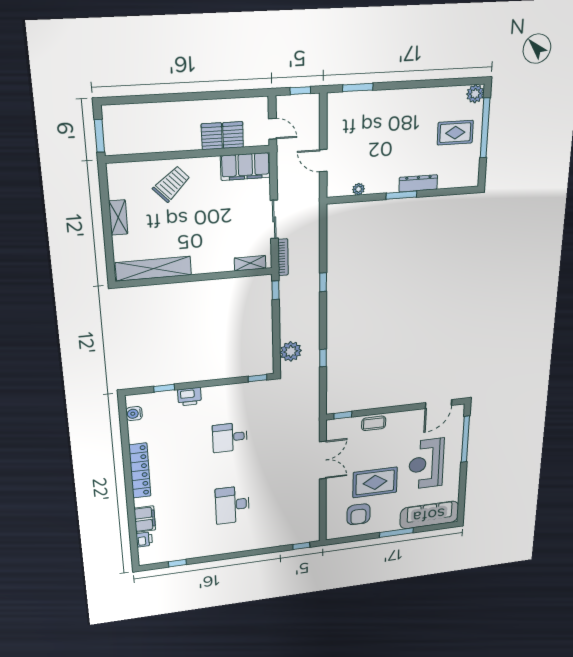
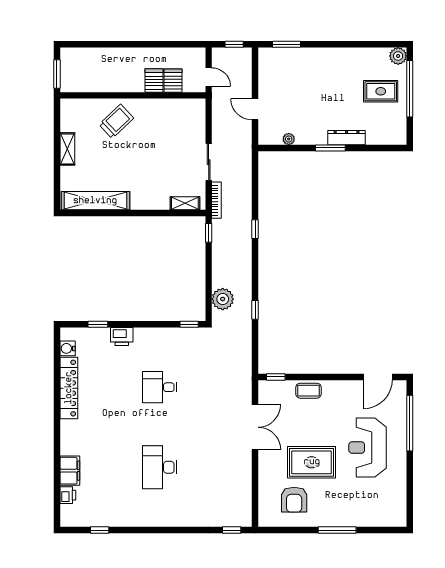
filing cabinet: (245, 167) -> (183, 110), removed
locker: (140, 471) -> (69, 388), moved
sofa: (429, 515) -> (374, 513), removed

